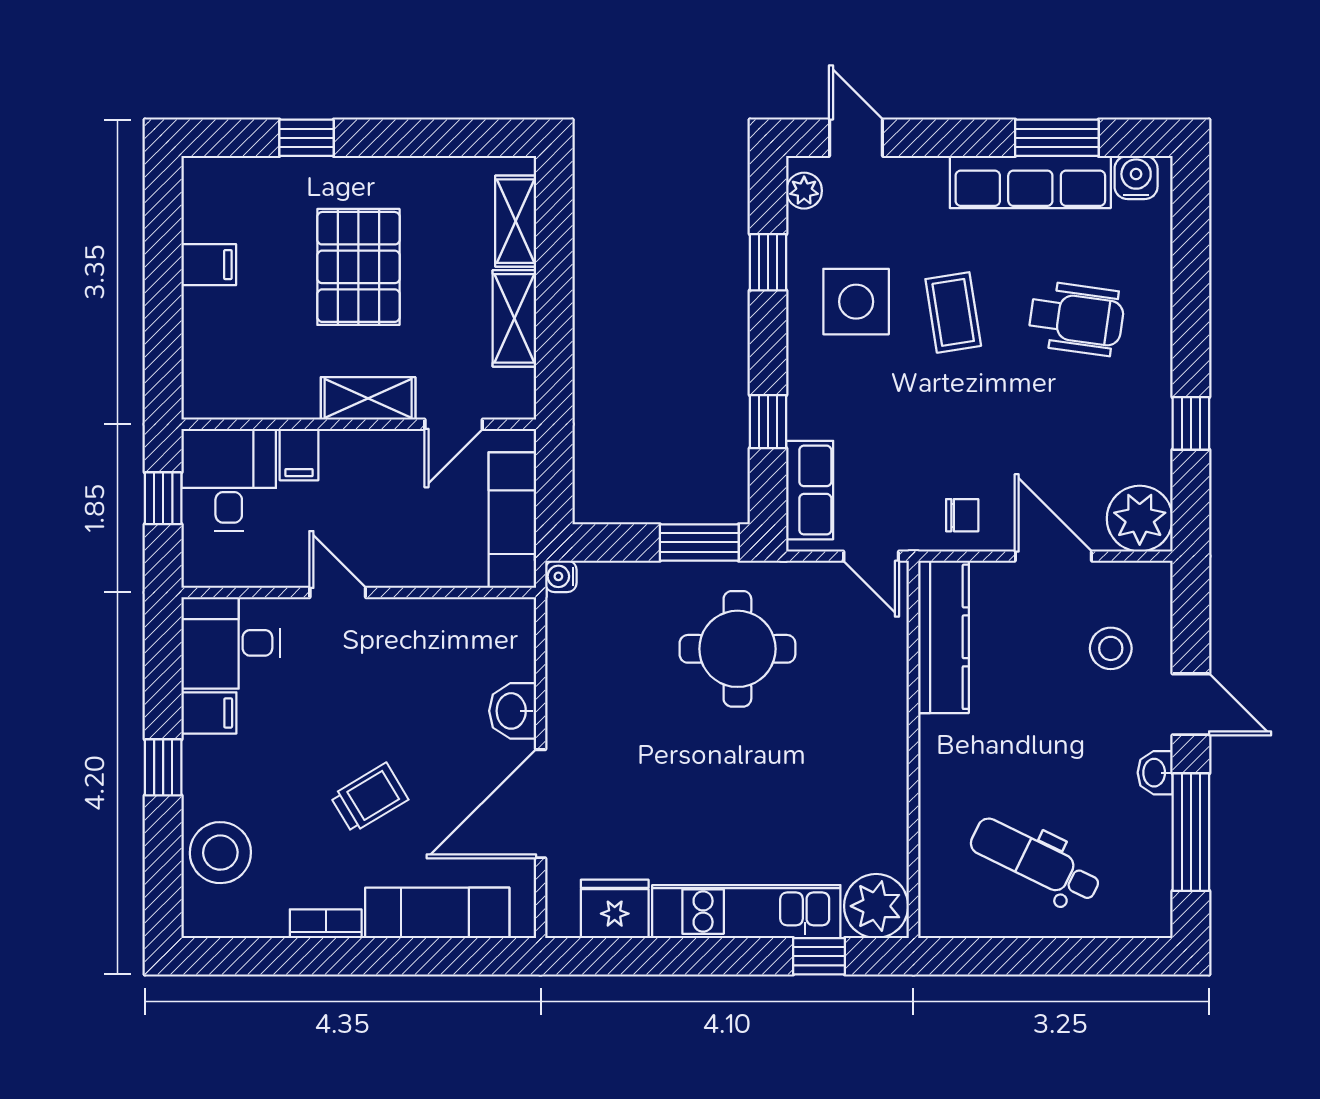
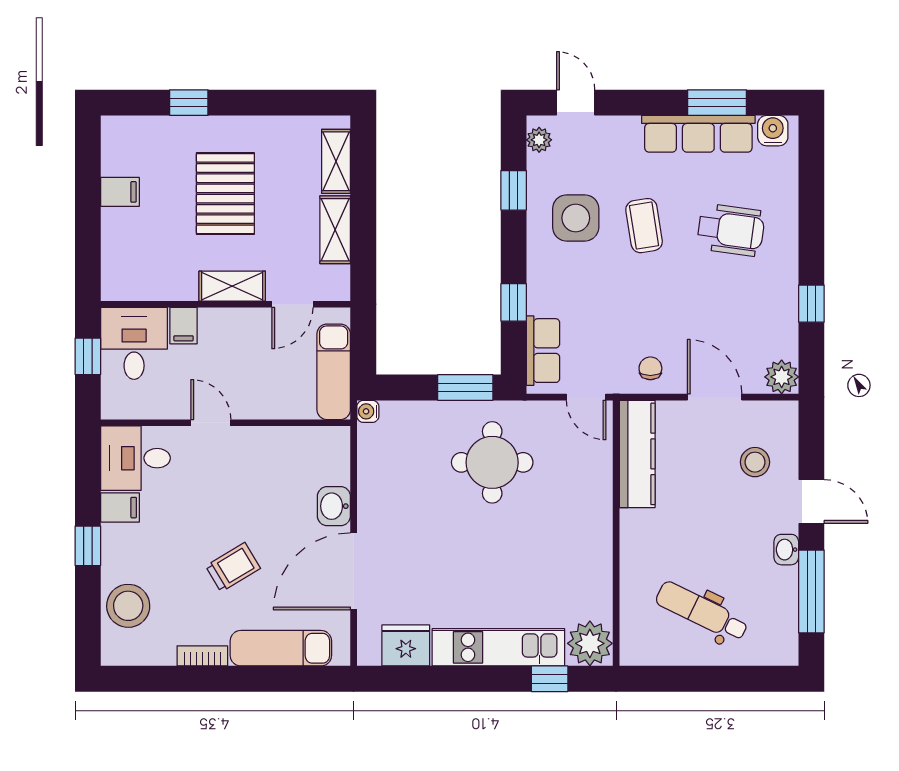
chair: (962, 515) -> (650, 368), turned -90
plant: (1140, 519) -> (782, 377), width x0.73, depth x0.73

